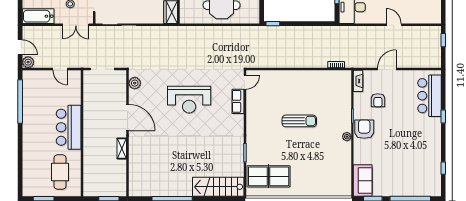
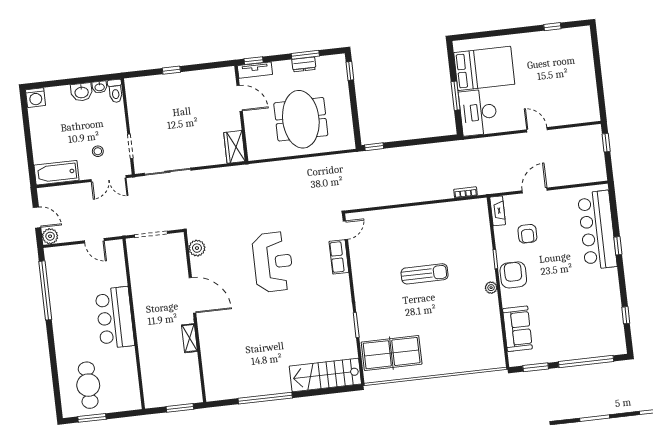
bar counter: (429, 96) -> (597, 230), width x1.36
reception desk: (189, 100) -> (273, 262), turned -90
cafe table: (60, 172) -> (88, 385), moved
sofa: (363, 181) -> (517, 329), moved

